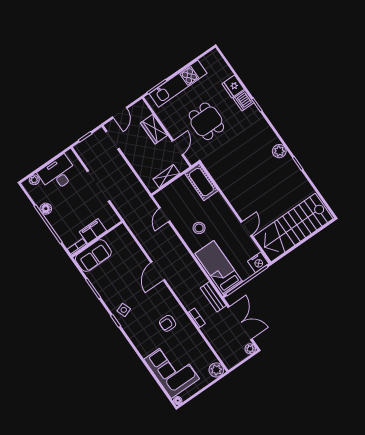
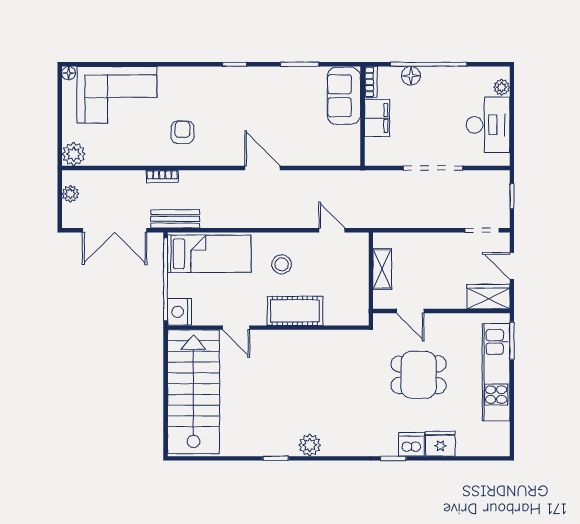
wardrobe: (154, 129) -> (488, 297), moved
cot: (201, 182) -> (295, 311), moved
floor lamp: (46, 209) -> (411, 76), moved
side table: (124, 310) -> (242, 86), removed
plant: (250, 349) -> (70, 194), moved

